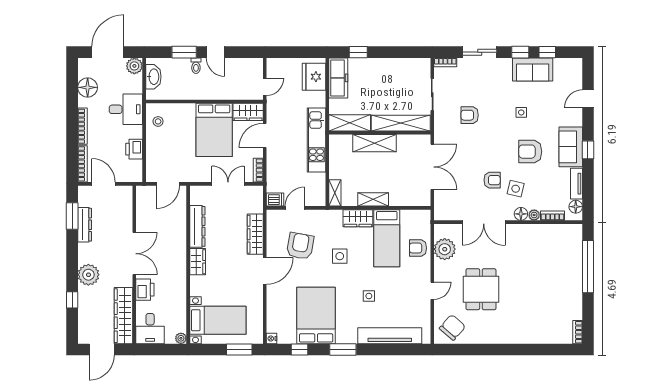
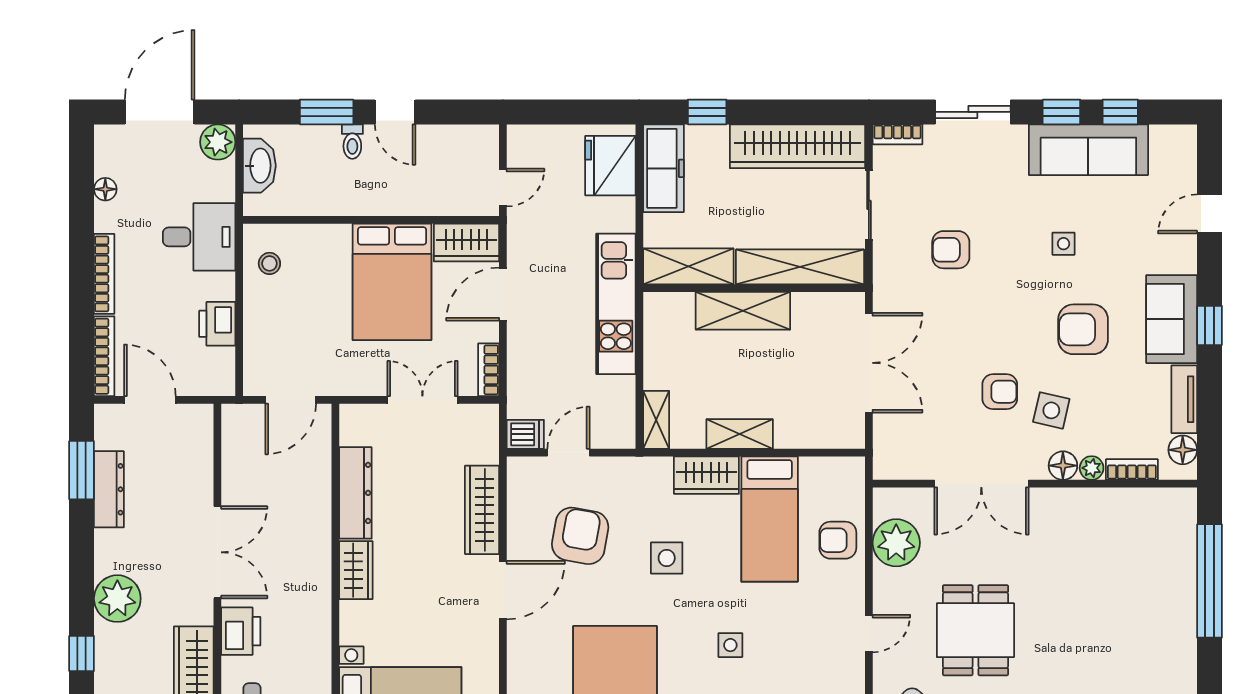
wardrobe: (400, 68) -> (797, 146), added
sofa: (533, 69) -> (1088, 150), width x1.36
floor lamp: (88, 87) -> (105, 189), width x0.53, depth x0.53

